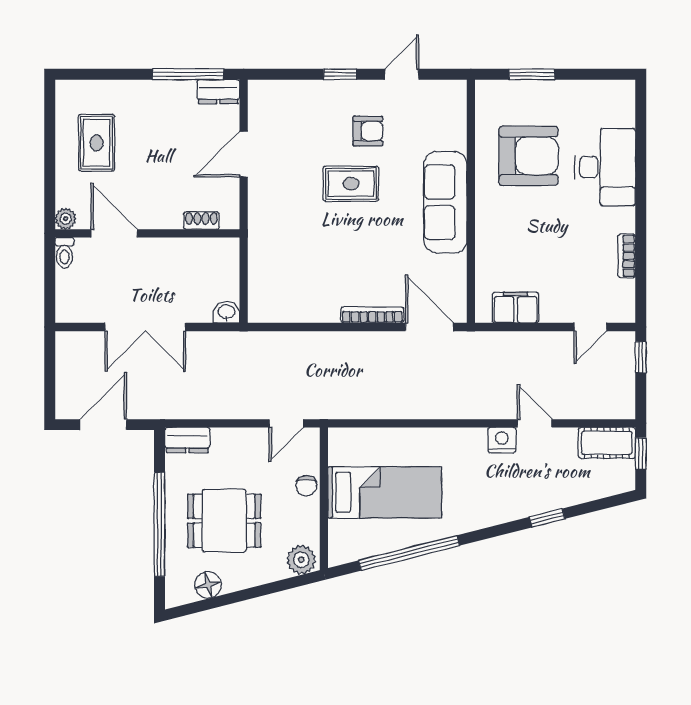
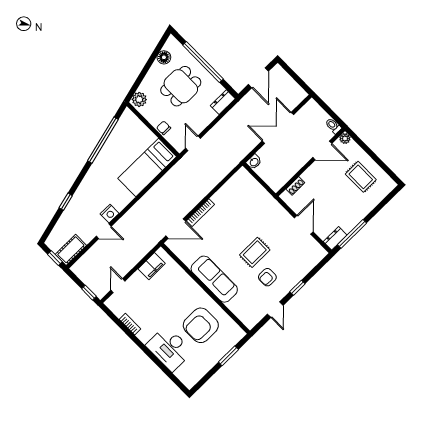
bed: (385, 492) -> (147, 167), moved

